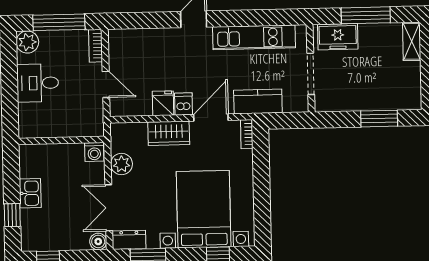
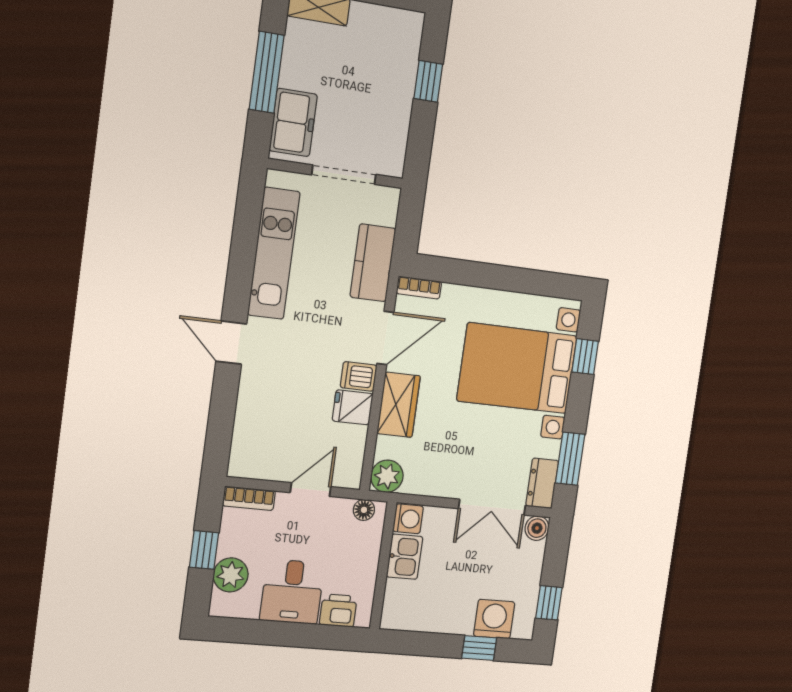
window: (59, 22) -> (204, 550), width x0.46
plant: (27, 42) -> (231, 575), moved
printer: (28, 115) -> (338, 611), added
door: (211, 117) -> (385, 338), swing flipped
window: (379, 119) -> (428, 81), width x0.67
floor lamp: (97, 122) -> (364, 510), added
plant: (122, 164) -> (387, 476), moved
kitchen sink: (30, 193) -> (405, 557), moved, turned 90
washing machine: (33, 222) -> (494, 619), added

